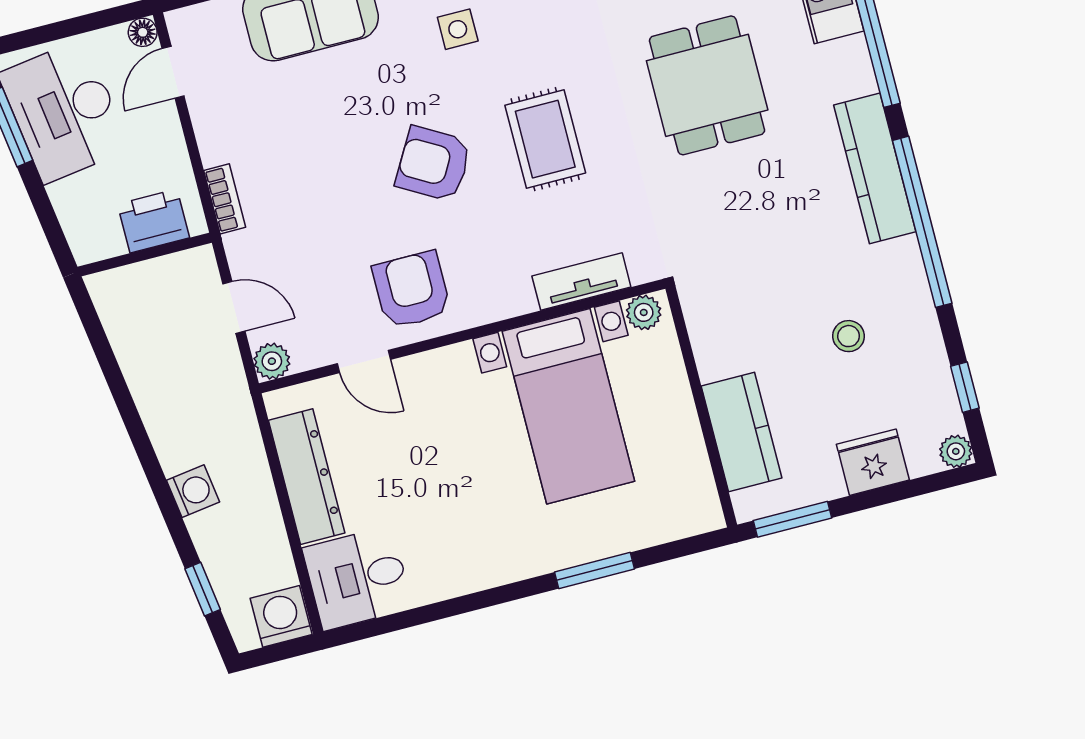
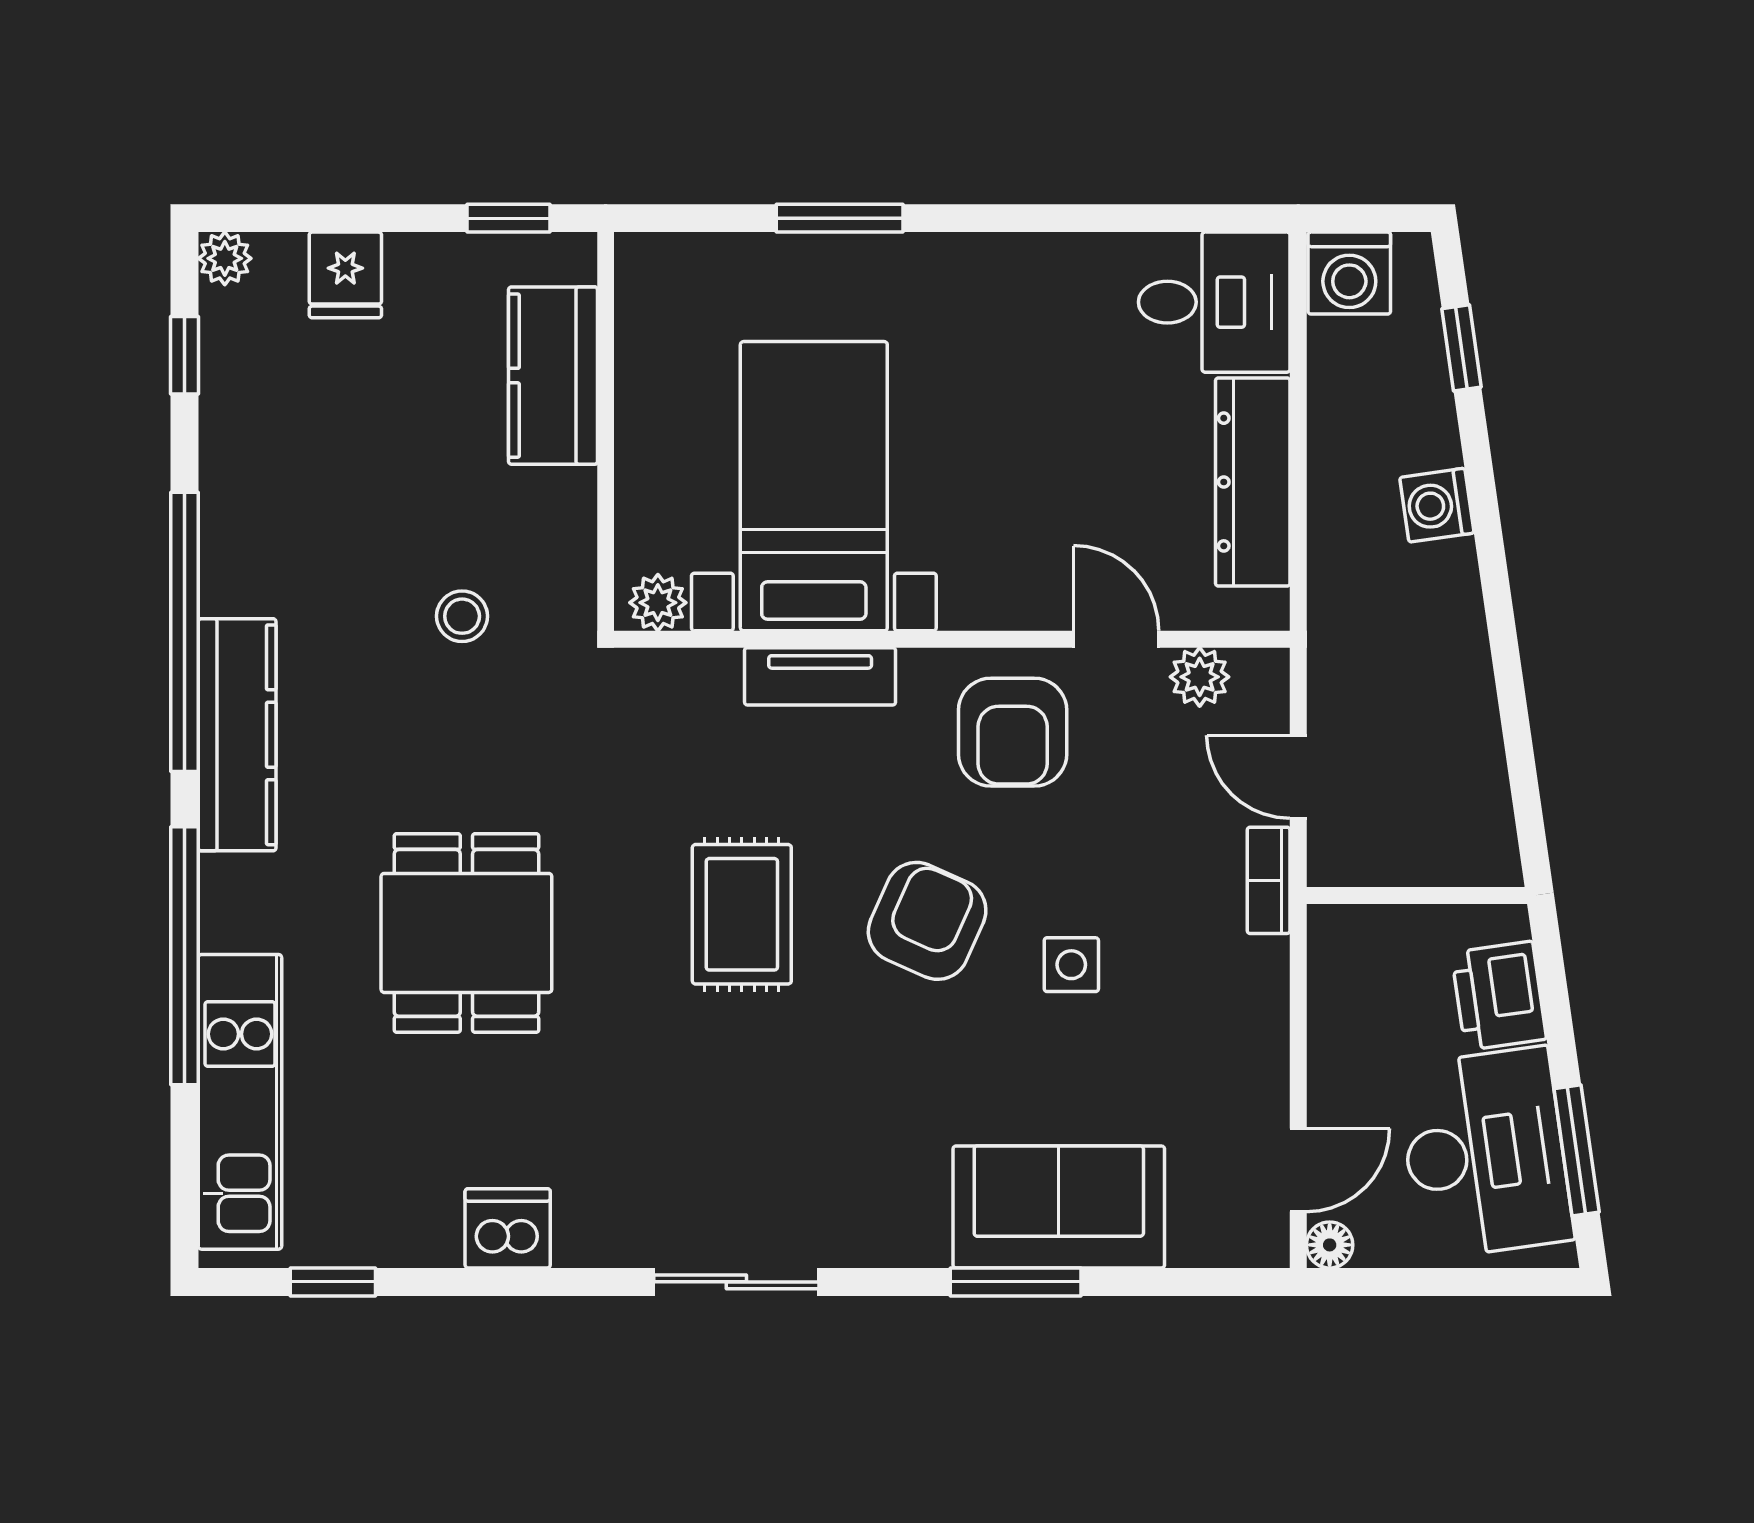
side table: (458, 29) -> (1071, 965), moved
armchair: (433, 164) -> (927, 921), turned -96
bookcase: (225, 199) -> (1269, 880), moved
printer: (153, 221) -> (1499, 996), moved, turned 82
tv unit: (581, 282) -> (820, 676), moved
stool: (849, 336) -> (462, 616), moved
plant: (272, 361) -> (1200, 677), moved
fridge: (873, 462) -> (345, 275), width x0.72
window: (792, 519) -> (508, 218), width x0.67

